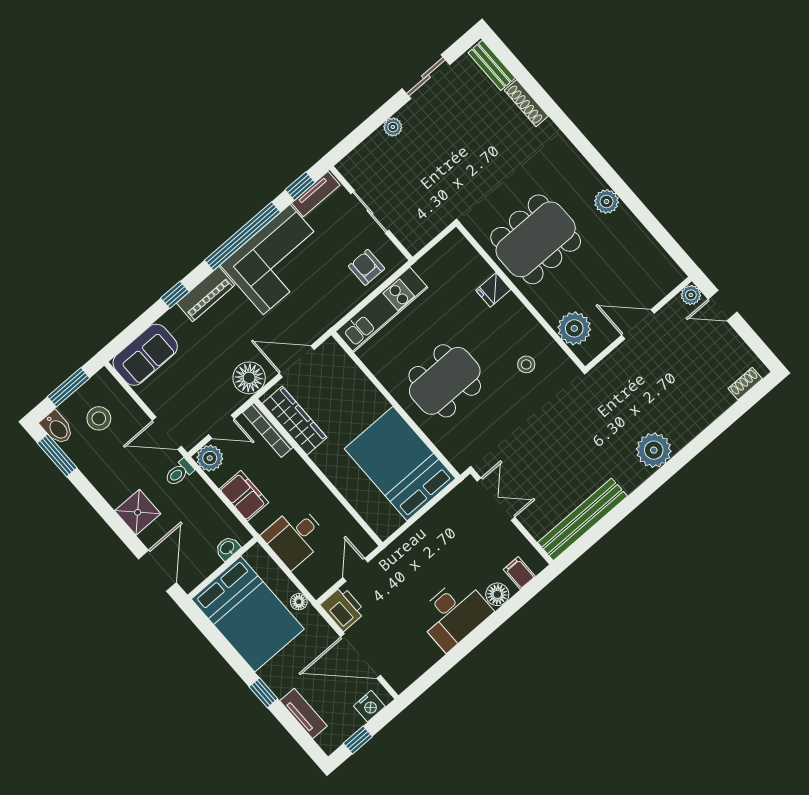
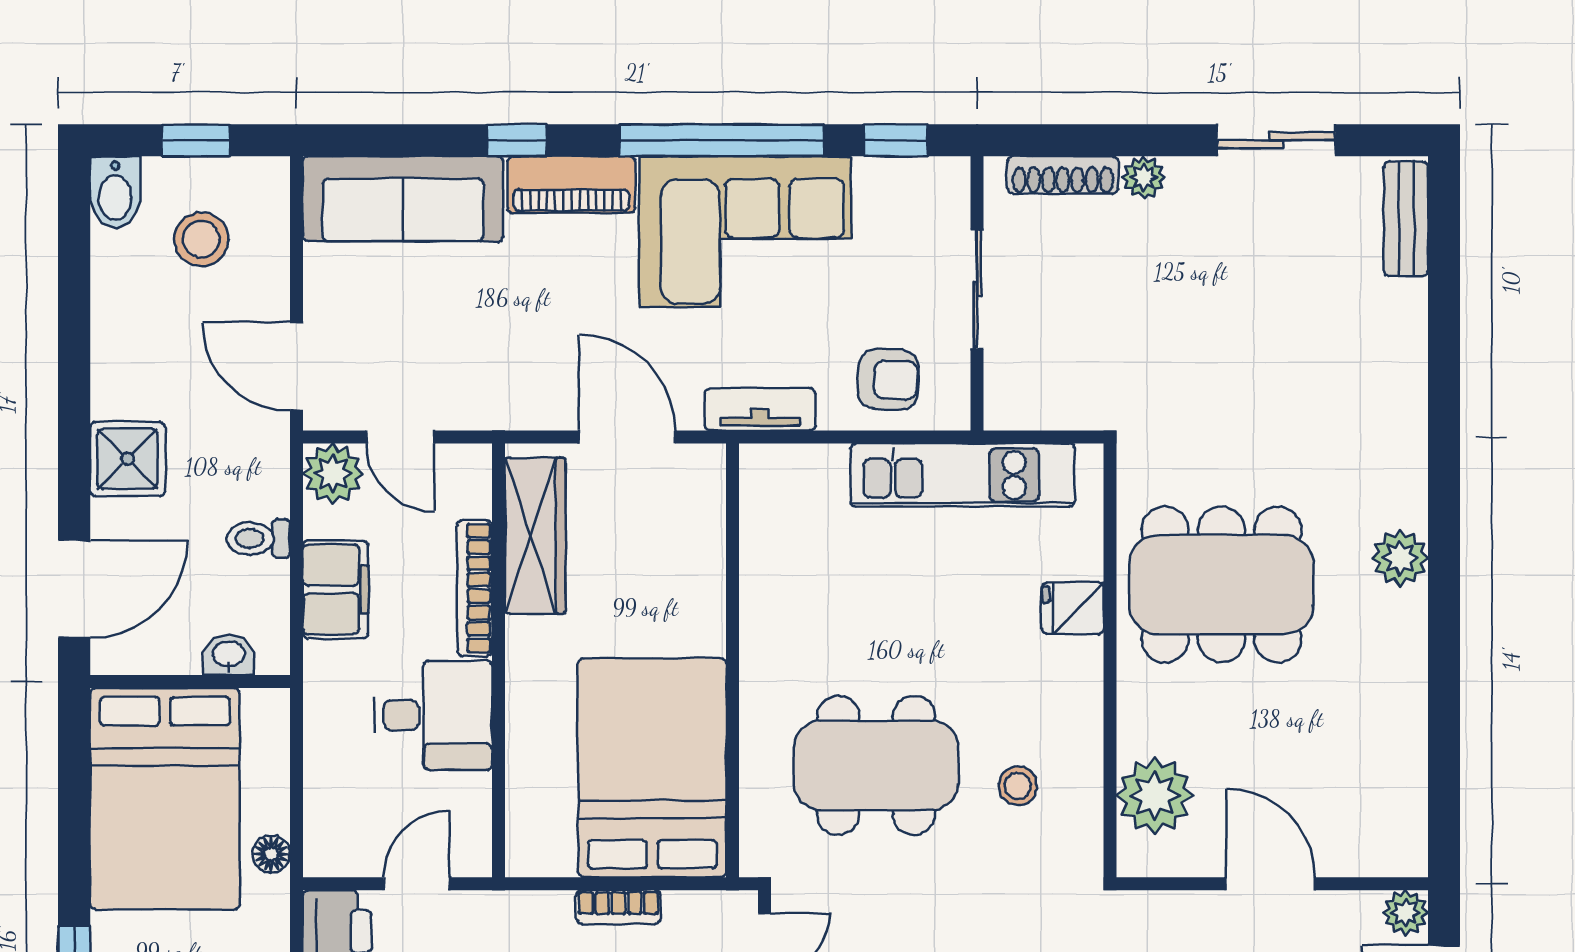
shoe rack: (526, 103) -> (1063, 175), moved, turned -90
tv unit: (316, 194) -> (760, 409), moved, turned 180
plant: (607, 202) -> (1400, 558), moved
armchair: (367, 267) -> (888, 380), turned 93
kitchen unit: (382, 310) -> (962, 475), moved
sofa: (145, 355) -> (403, 199), width x1.36
floor lamp: (249, 378) -> (521, 394), removed
dining table: (445, 381) -> (876, 765), moved
window: (69, 387) -> (196, 140), width x0.67
bookcase: (268, 430) -> (475, 588), moved
window: (57, 455) -> (74, 240), removed
toilet: (179, 473) -> (258, 539), moved
bookcase: (429, 519) -> (618, 907), added
desk: (295, 537) -> (433, 715), moved, turned 180

